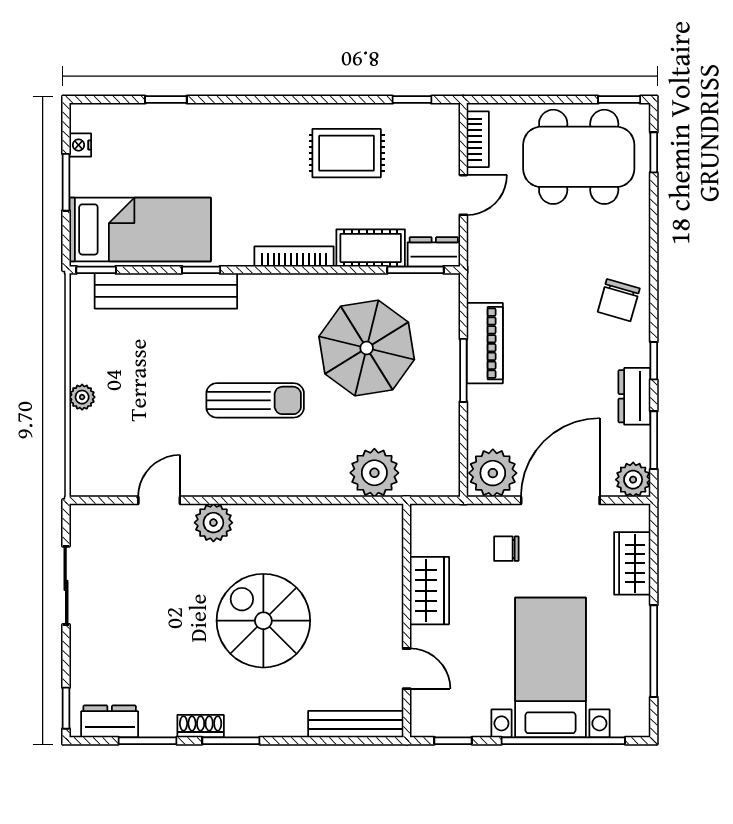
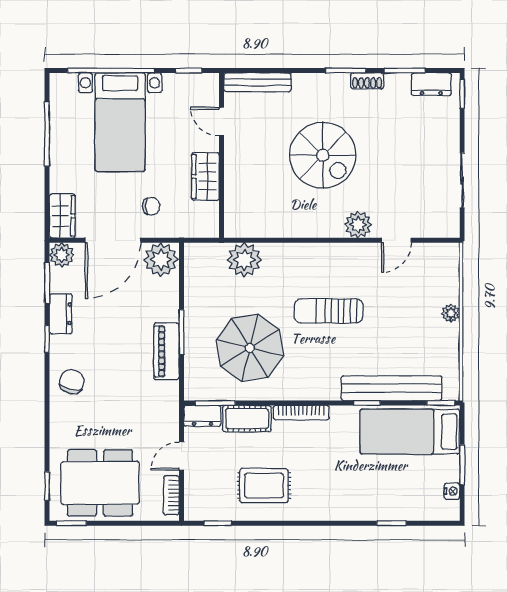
wardrobe: (632, 563) -> (62, 216), moved

